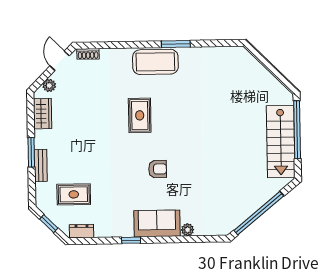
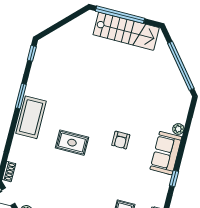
window: (227, 43) -> (32, 53), added
armchair: (158, 169) -> (121, 140), turned 180

